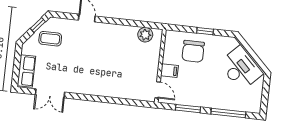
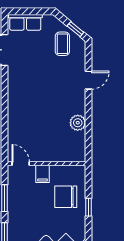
plant: (145, 35) -> (78, 123), moved
door: (158, 90) -> (21, 164), swing flipped

